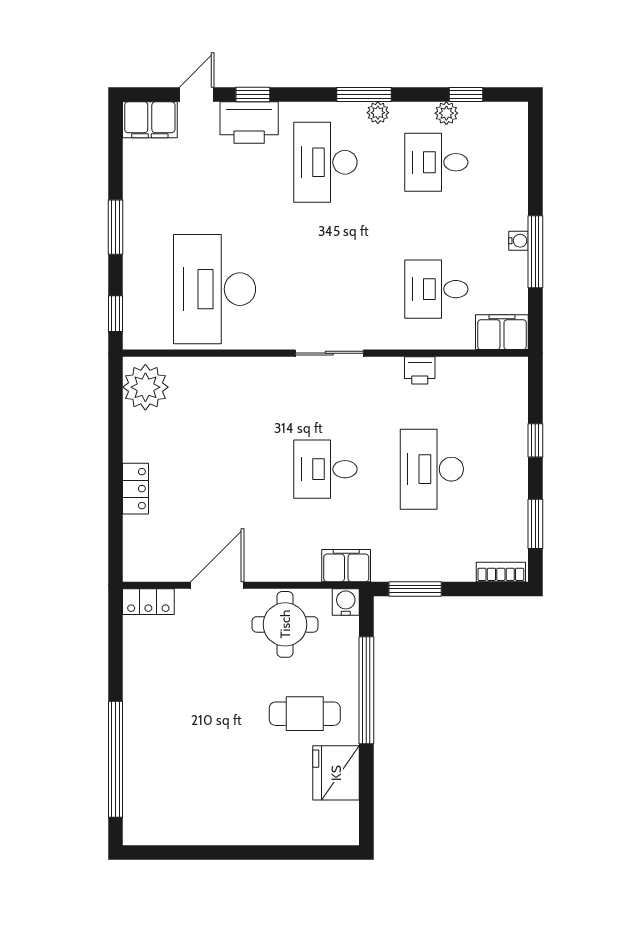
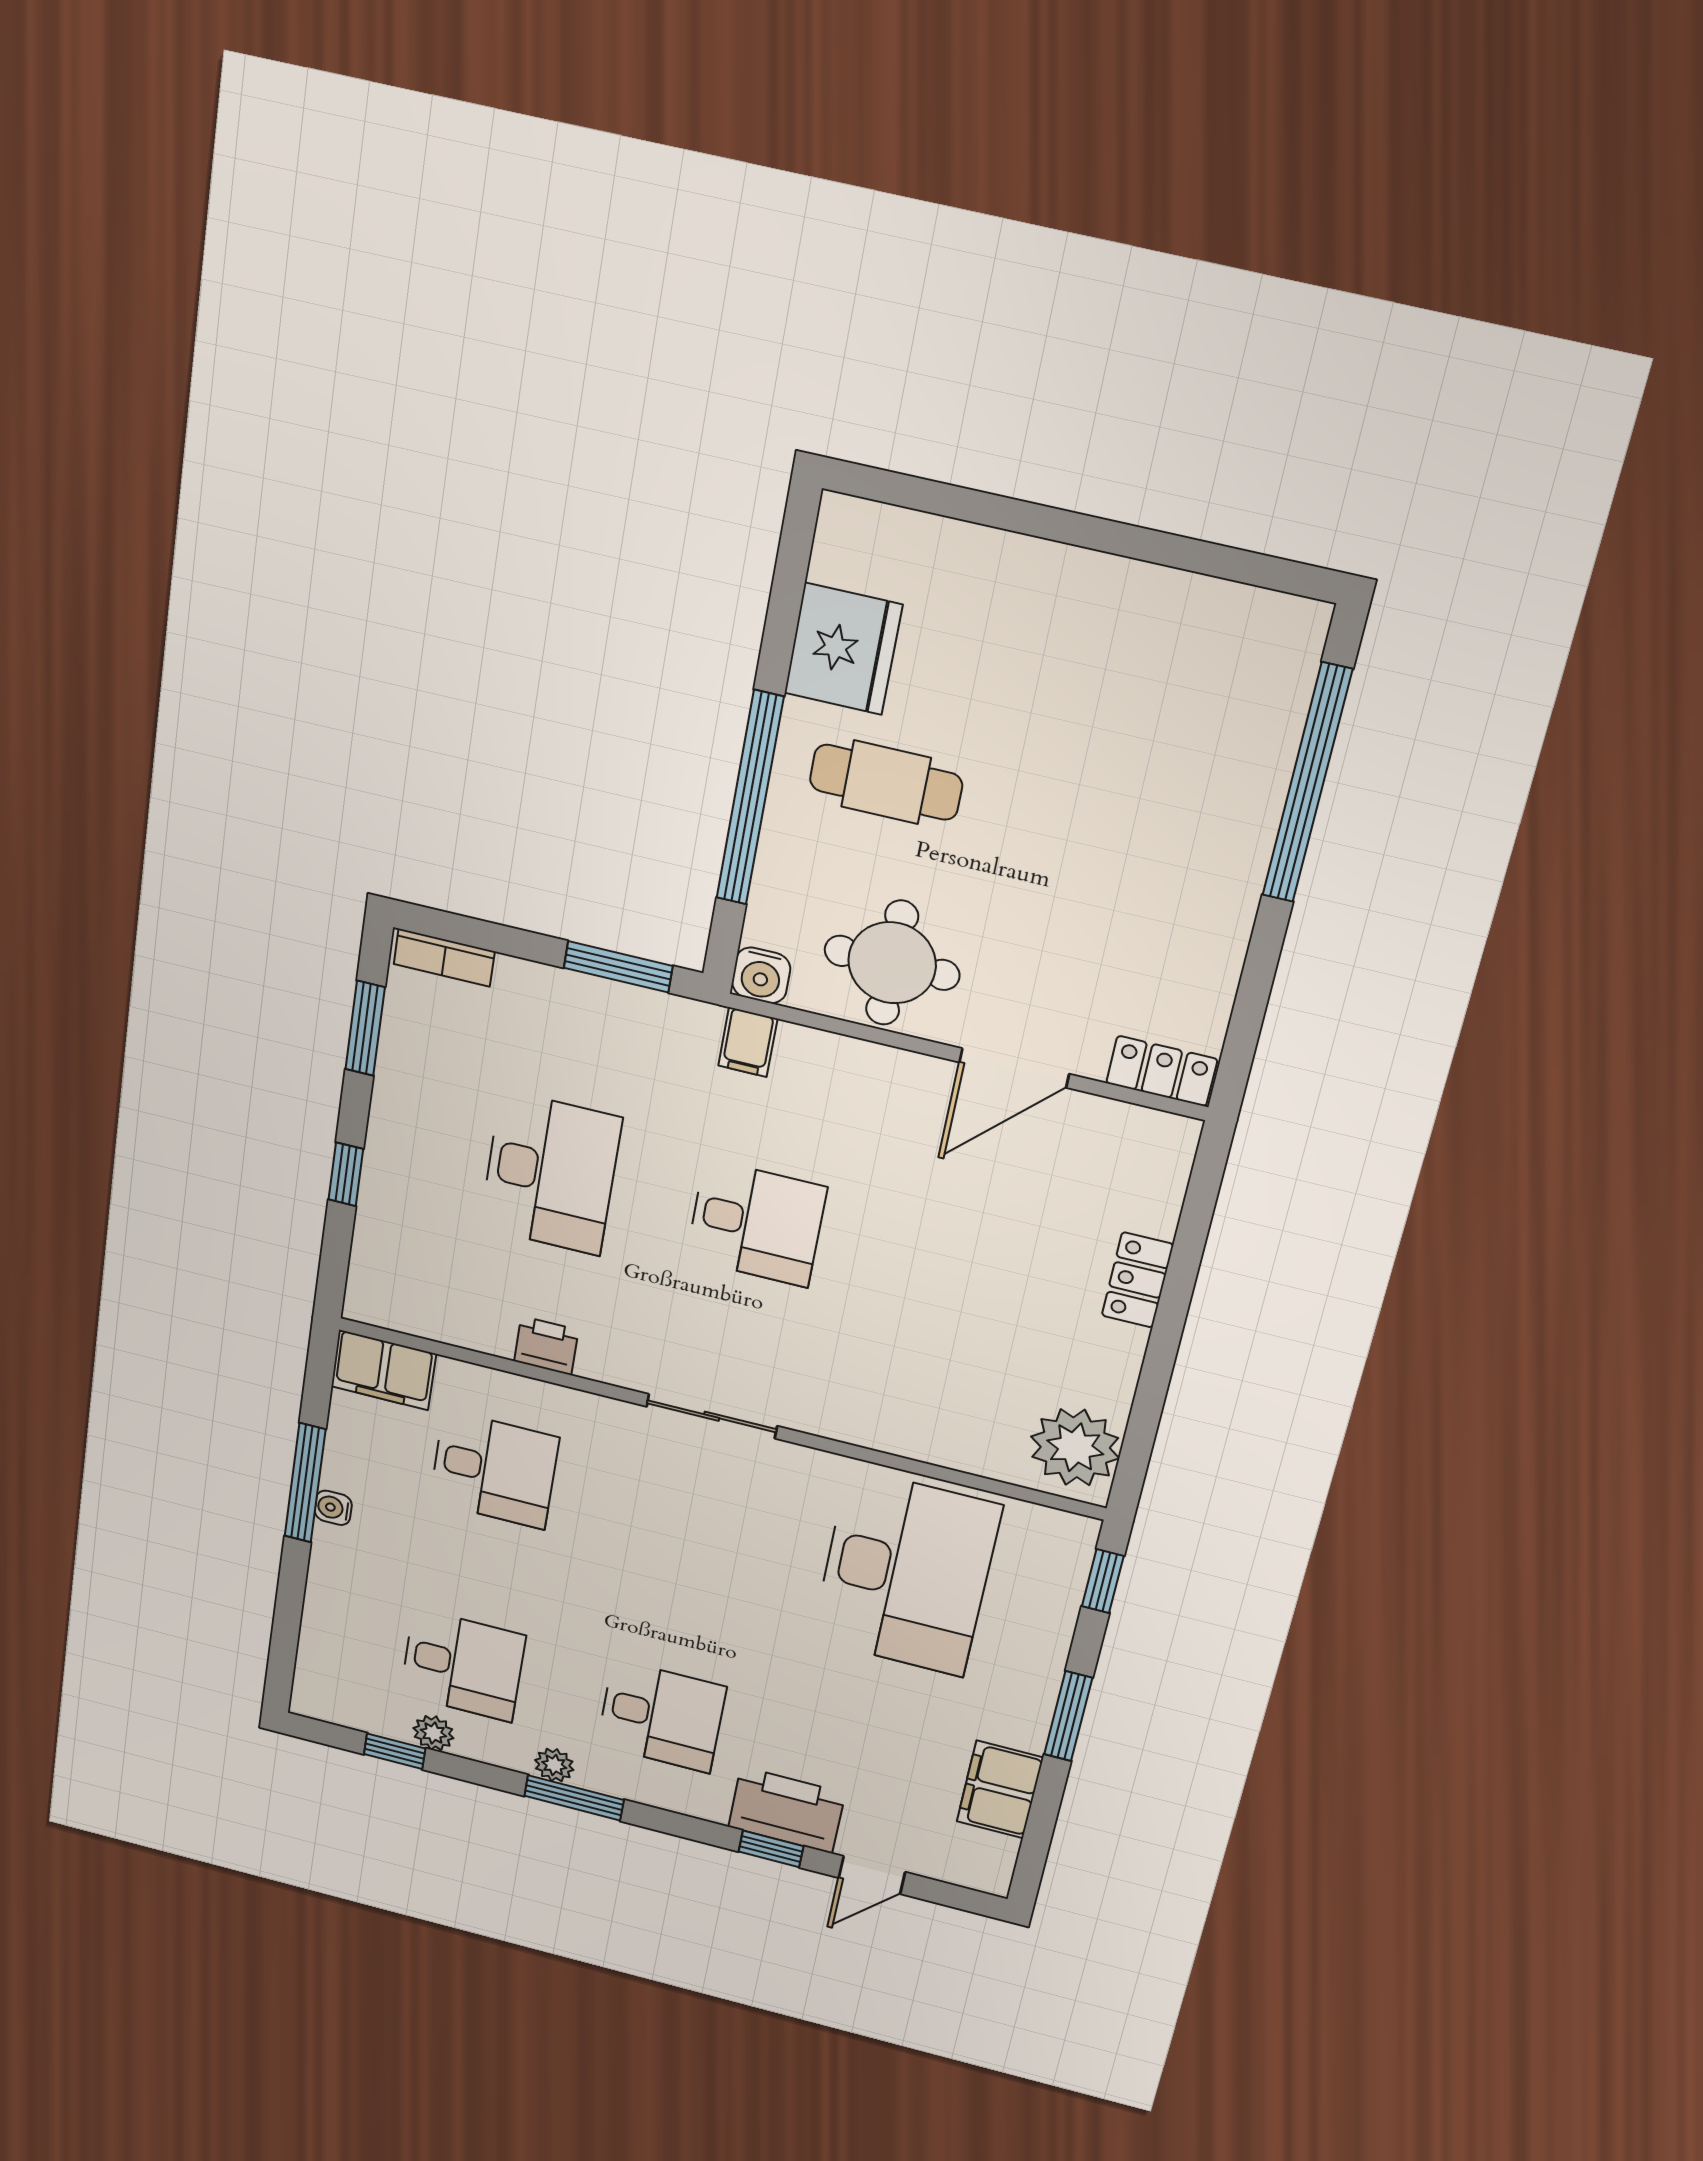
filing cabinet: (150, 120) -> (1000, 1790), moved, turned -90
desk: (325, 162) -> (661, 1716), width x0.73
filing cabinet: (346, 566) -> (748, 1042), width x0.50

